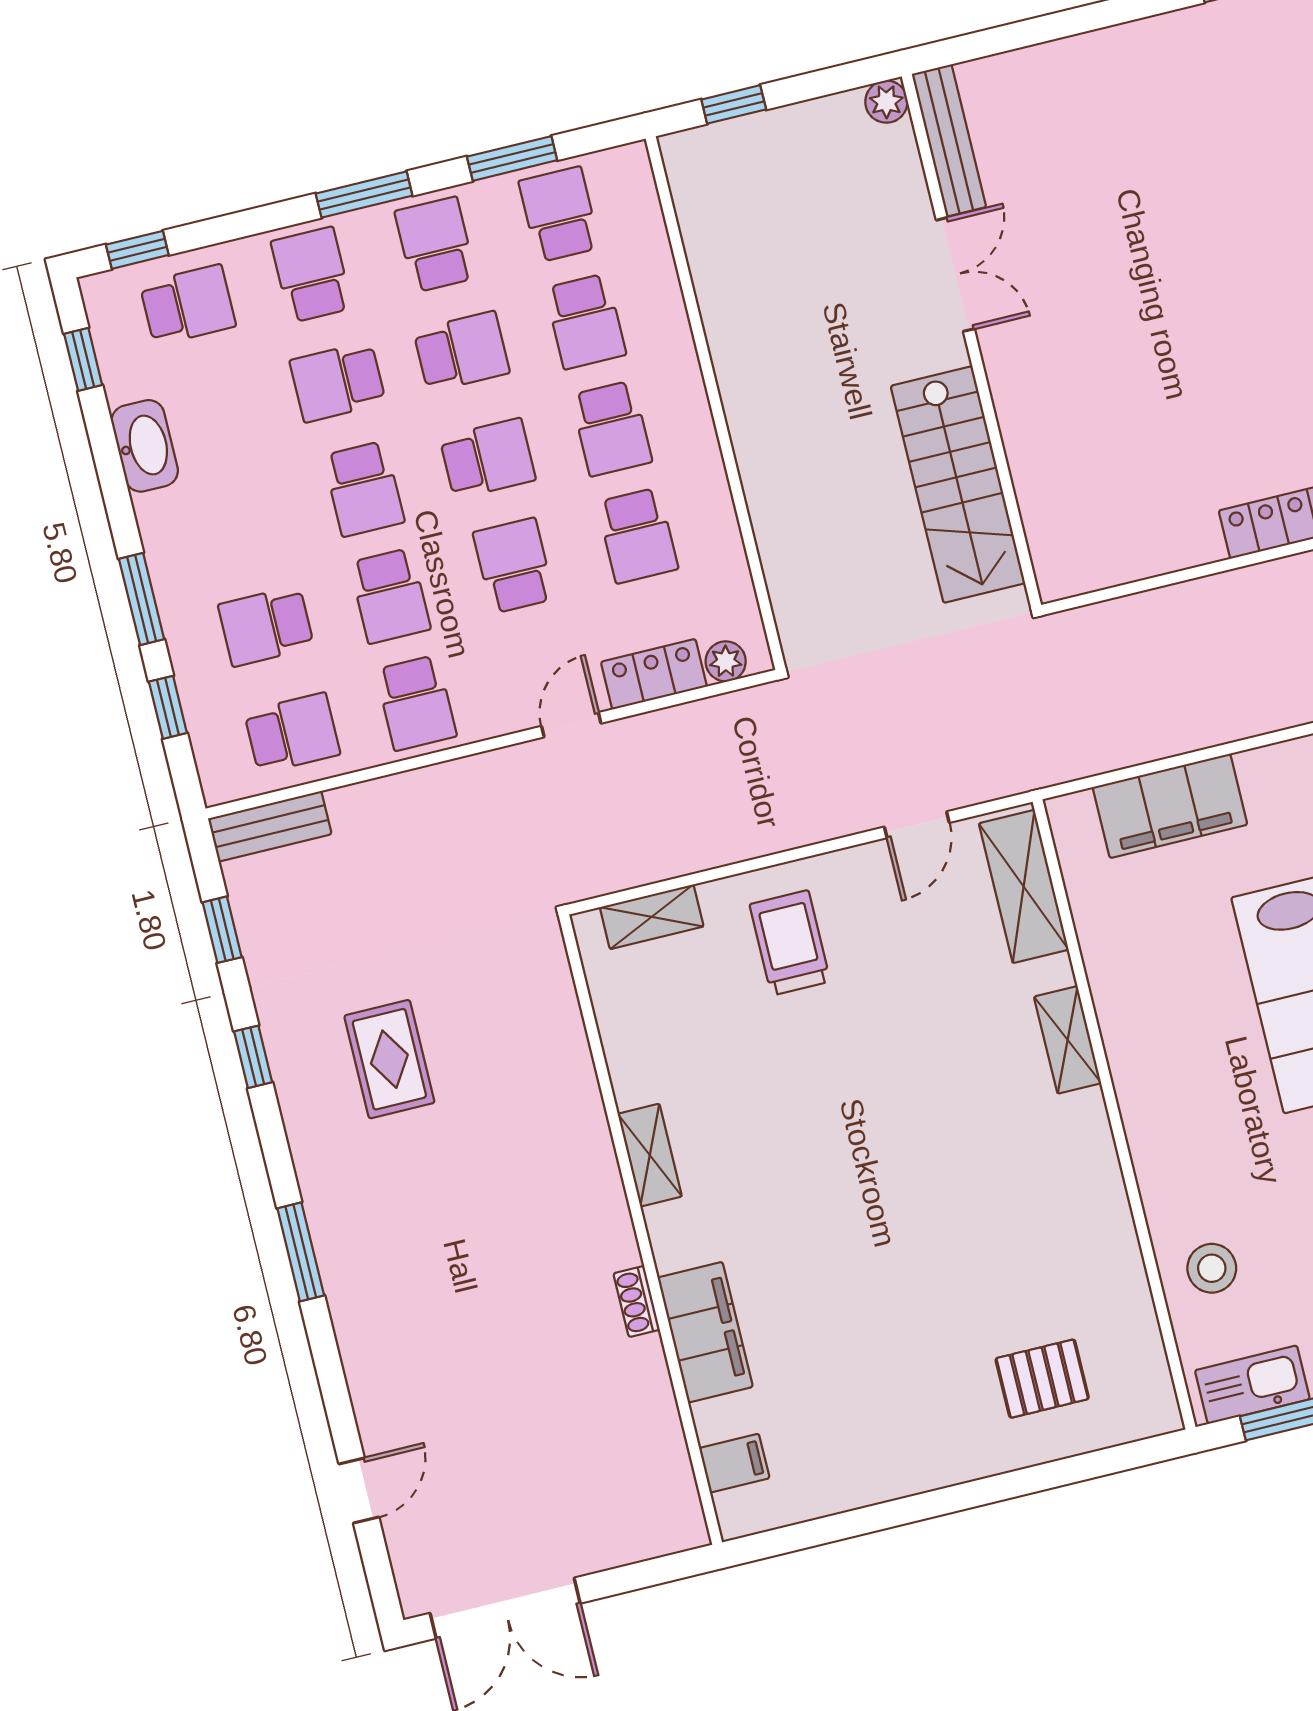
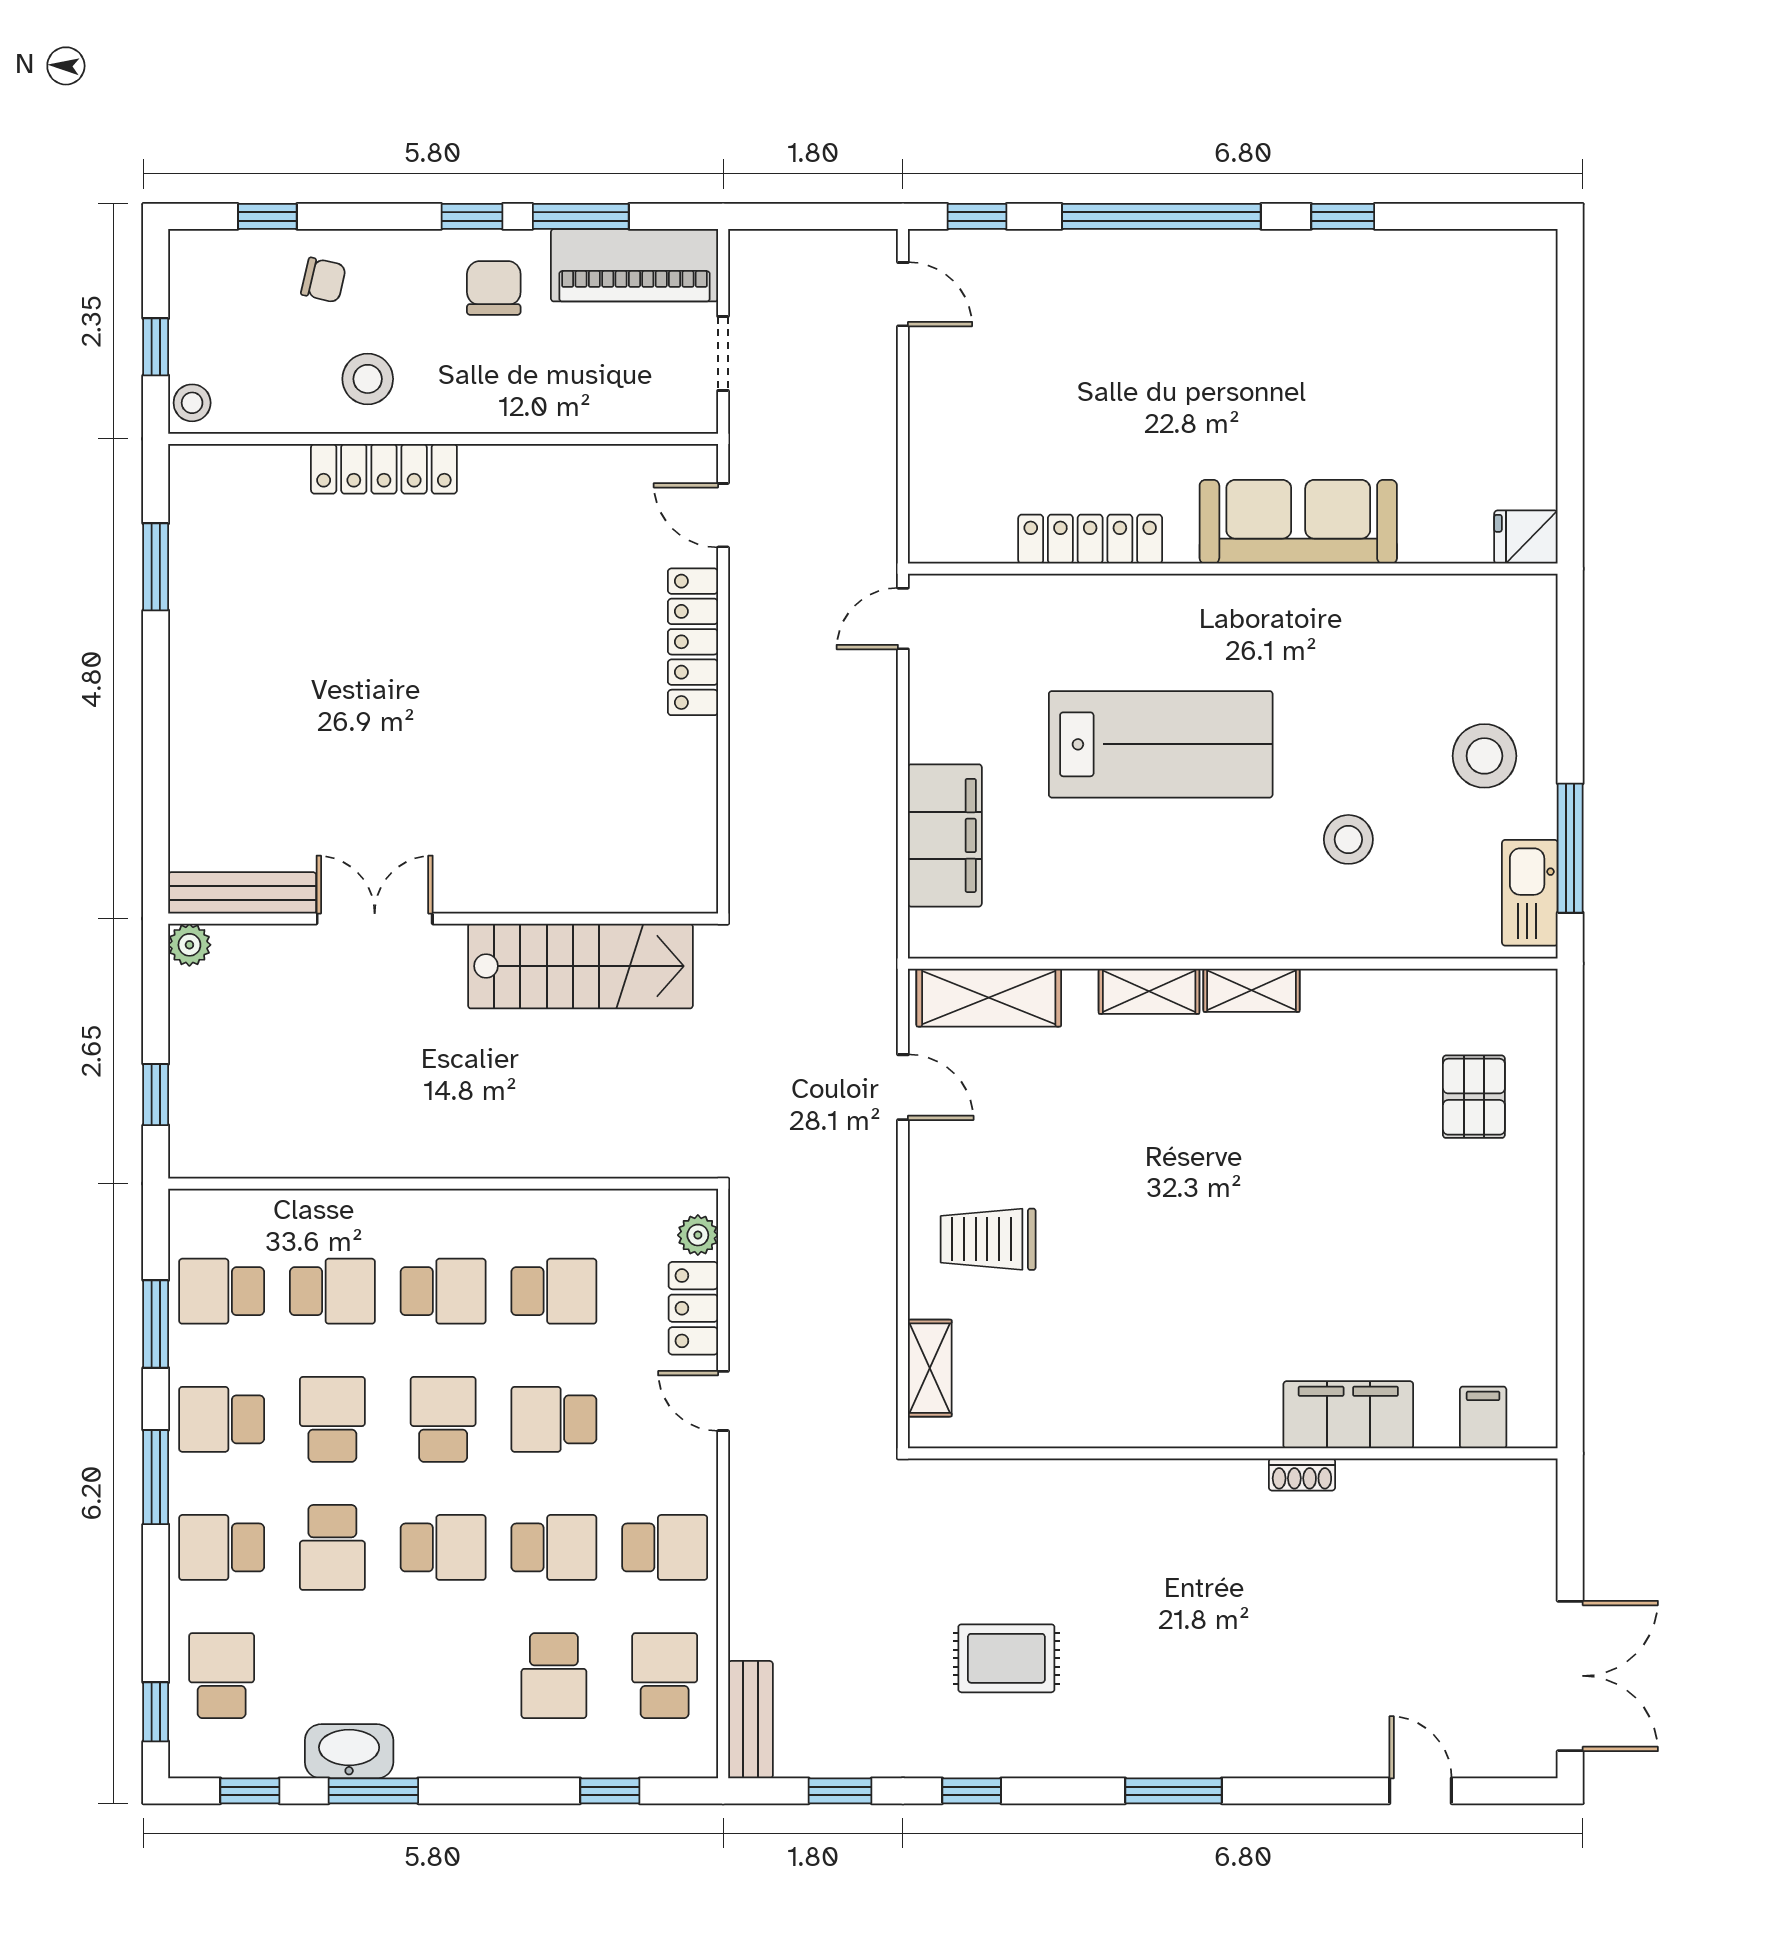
window: (142, 599) -> (373, 1791), moved
shelving: (650, 1155) -> (1252, 990), moved
stool: (1212, 1268) -> (1348, 839), moved

